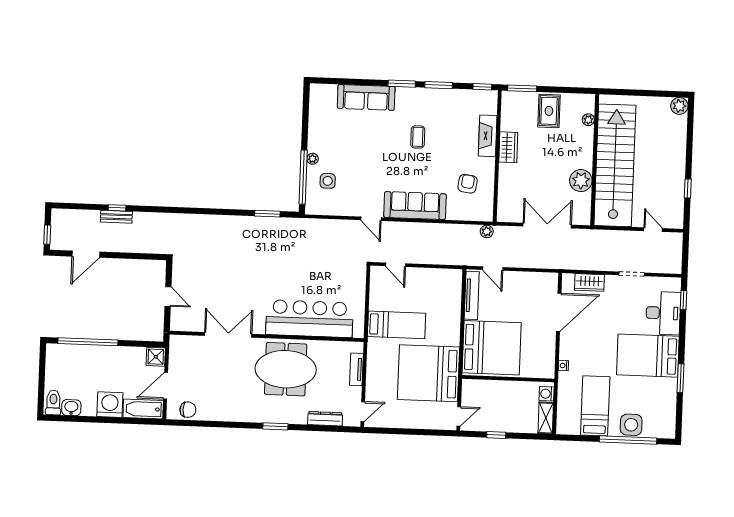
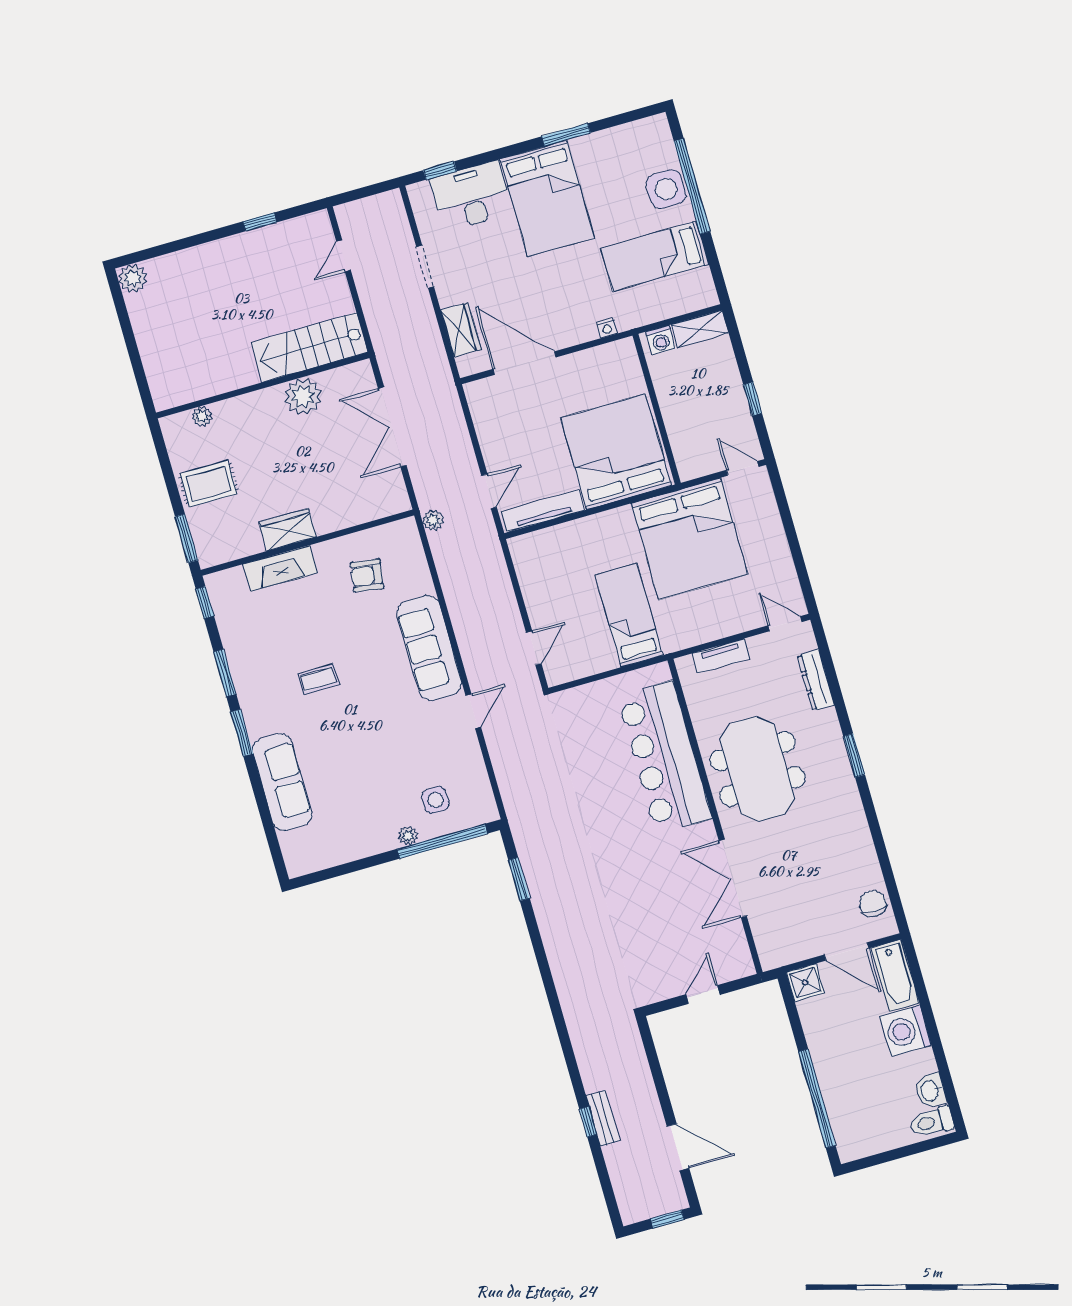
stairs: (615, 165) -> (309, 347), width x0.54, depth x0.66

